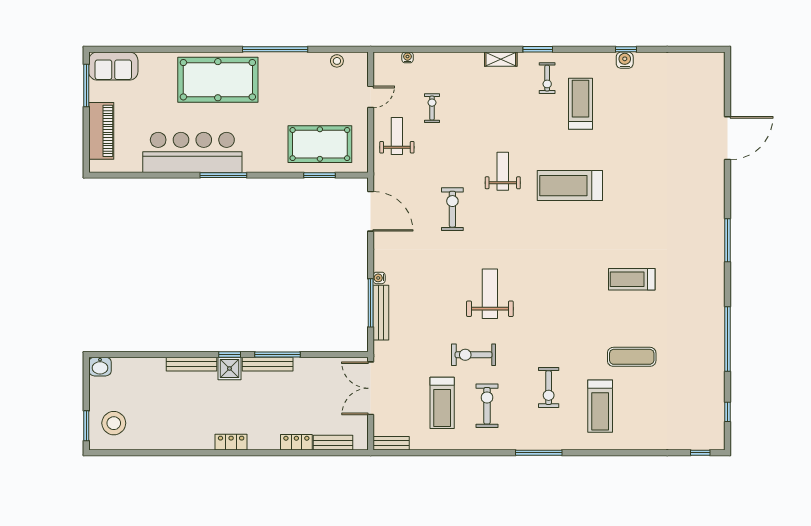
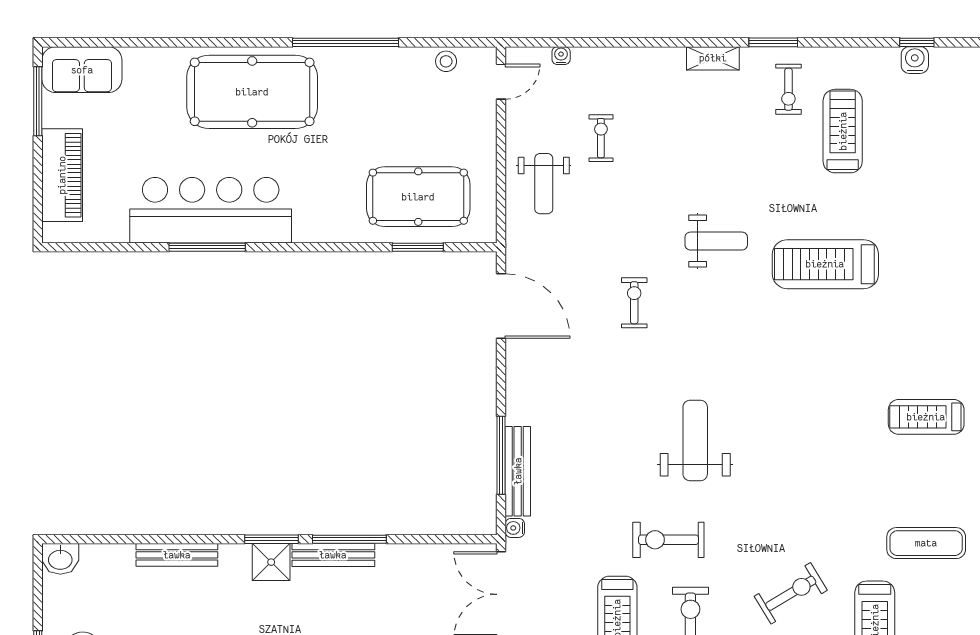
door: (371, 97) -> (501, 82), moved
weight bench: (397, 136) -> (544, 184), turned 180
weight bench: (503, 171) -> (716, 241), turned 90
window: (223, 175) -> (207, 247), moved
exercise bike: (452, 209) -> (634, 303), width x0.73, depth x0.72
water cooler: (379, 278) -> (515, 528), moved
window: (230, 354) -> (272, 539), width x1.50
bench: (192, 364) -> (177, 555), moved
exercise bike: (549, 388) -> (791, 593), turned -121

